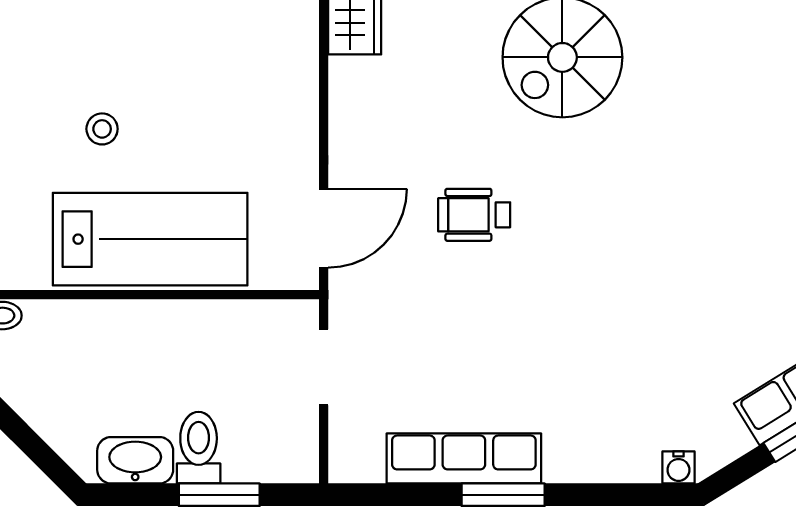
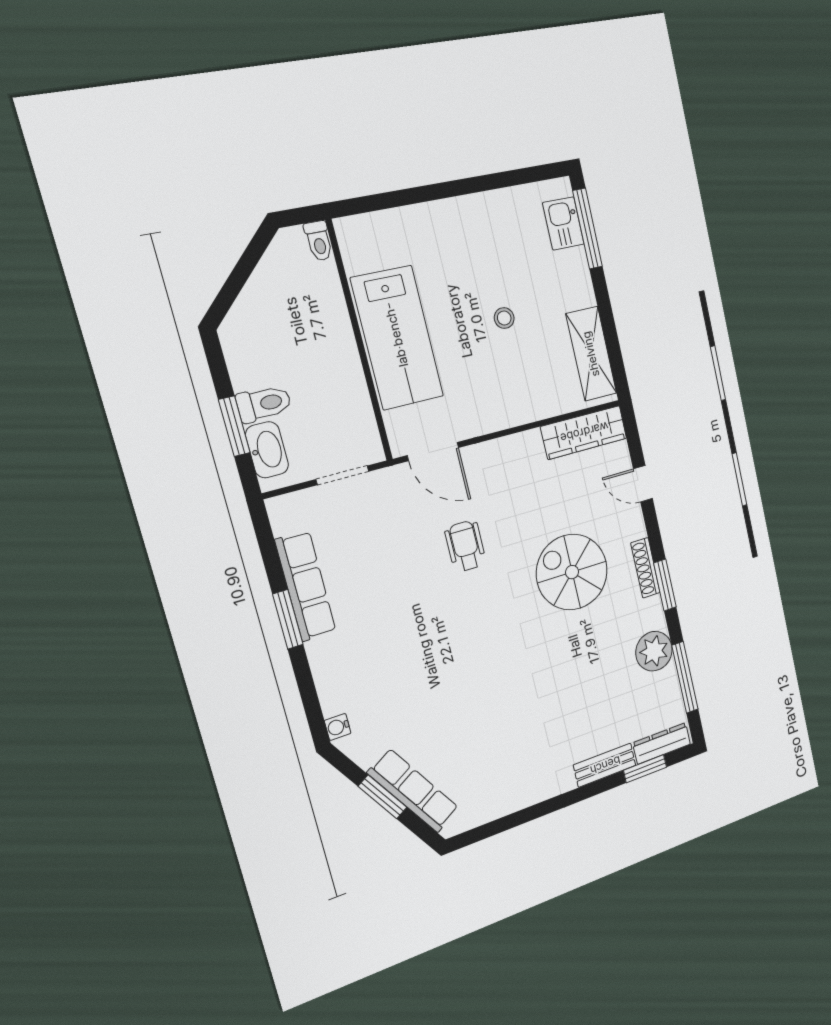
stool: (102, 129) -> (504, 318), moved
washbasin: (135, 460) -> (267, 450), moved

